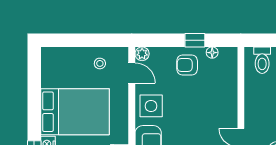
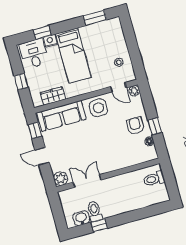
door: (132, 73) -> (118, 87), hinge flipped
window: (34, 78) -> (95, 18), added
bed: (75, 112) -> (73, 56), width x0.67

